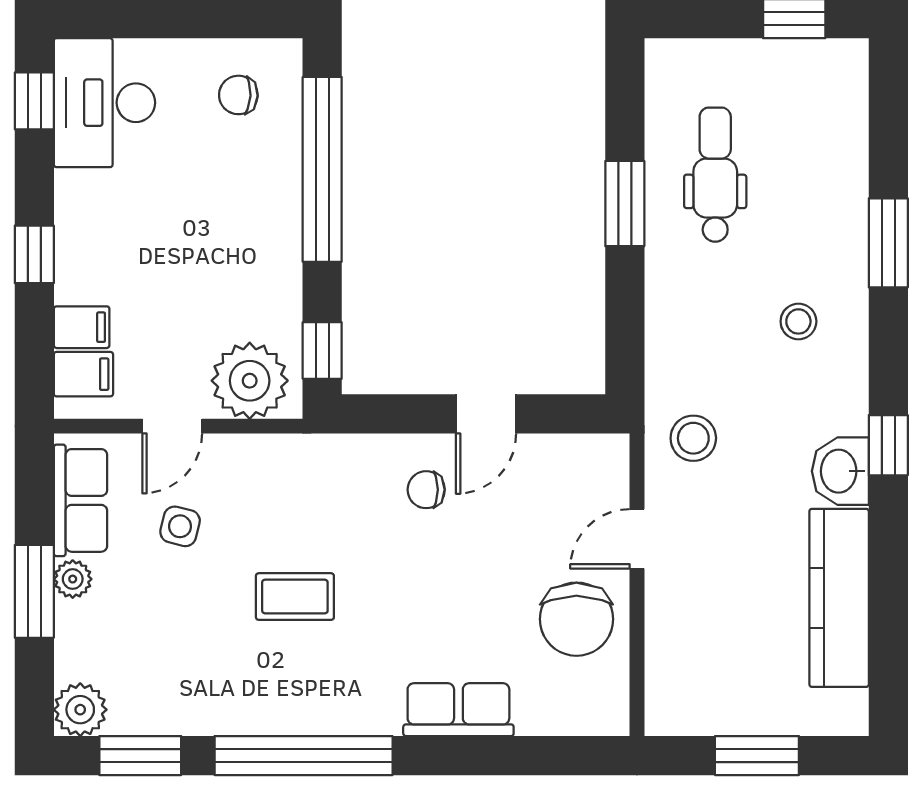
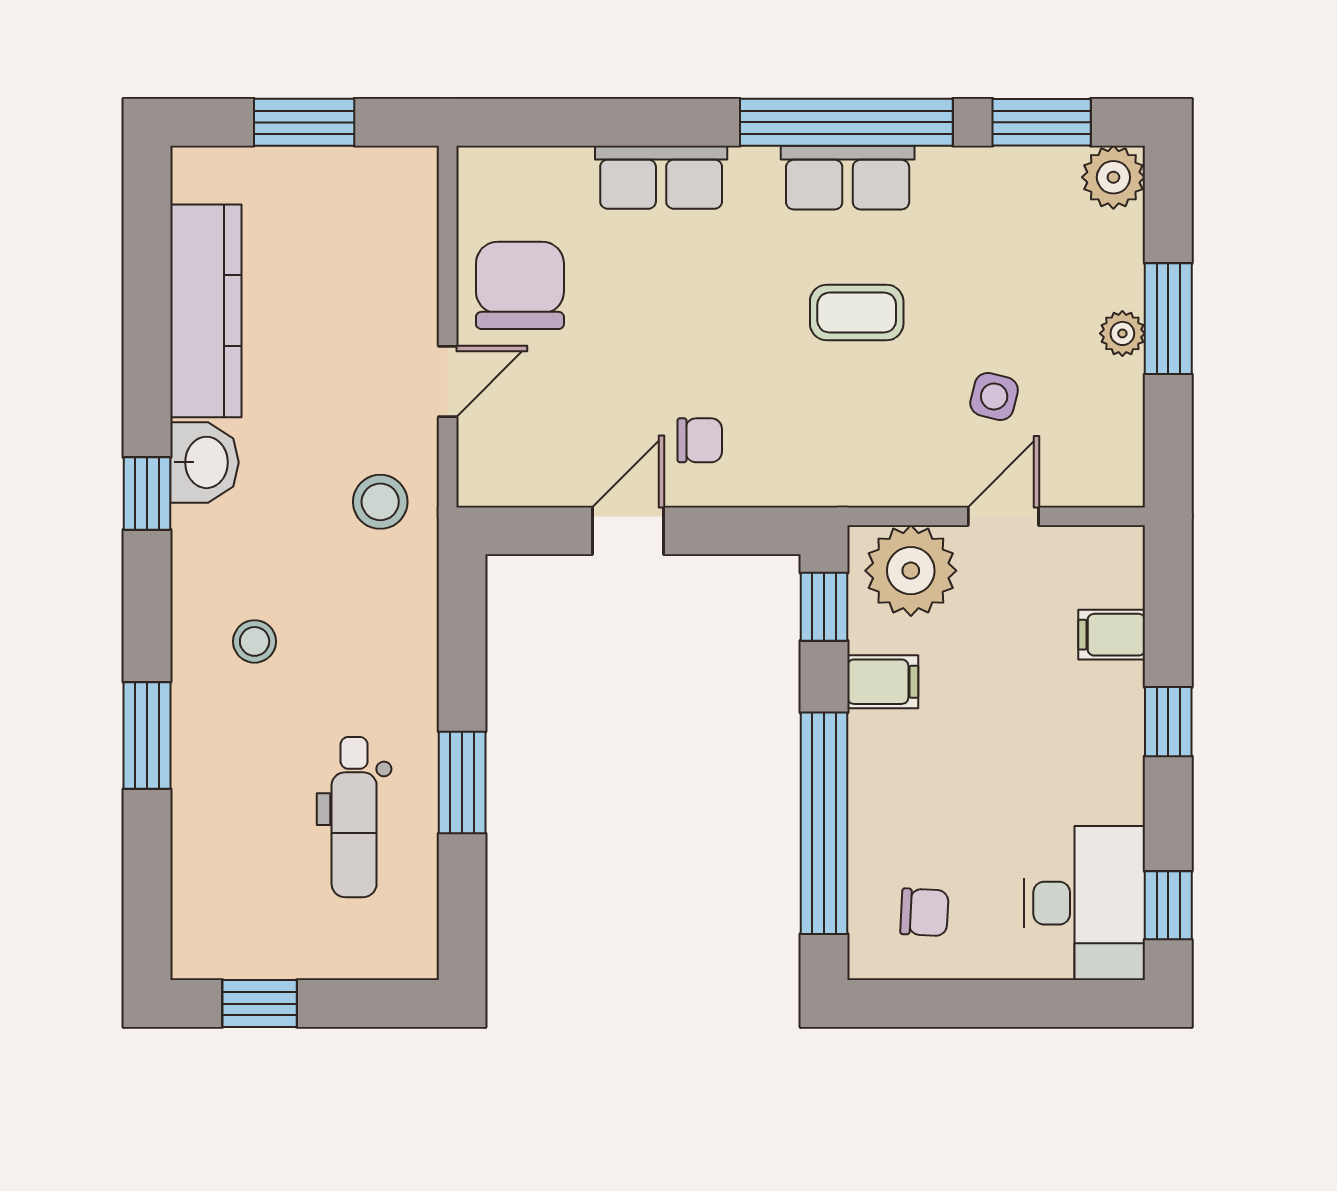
filing cabinet: (83, 374) -> (883, 682), moved, turned 180
row of seats: (81, 500) -> (848, 178), moved, turned -90

